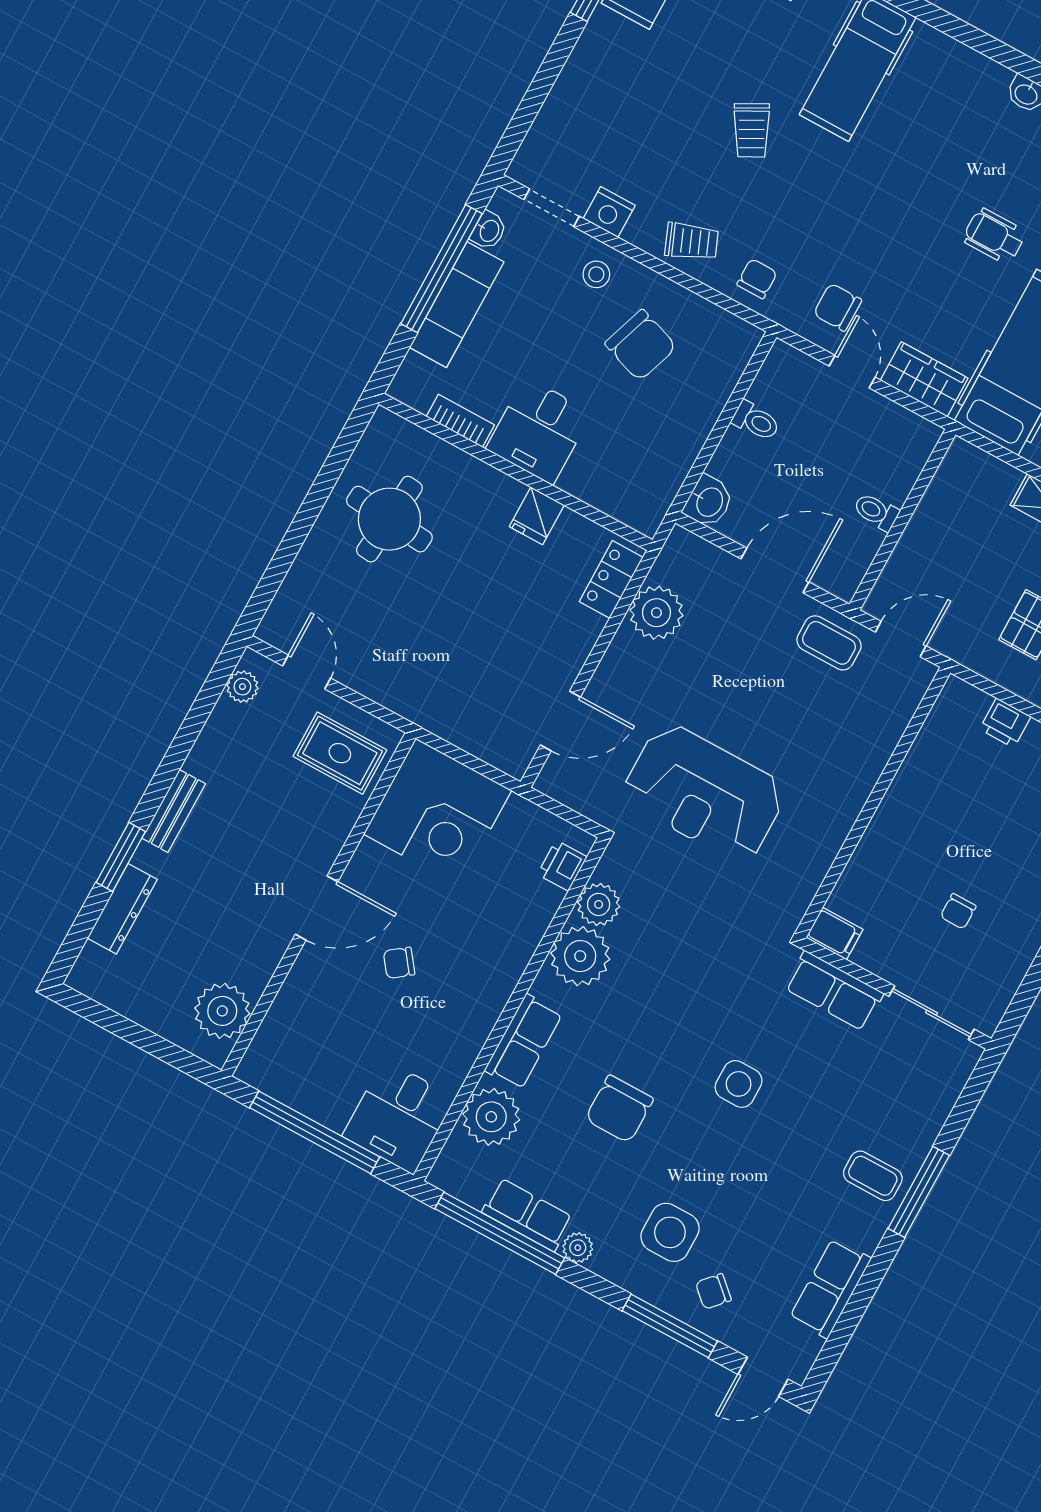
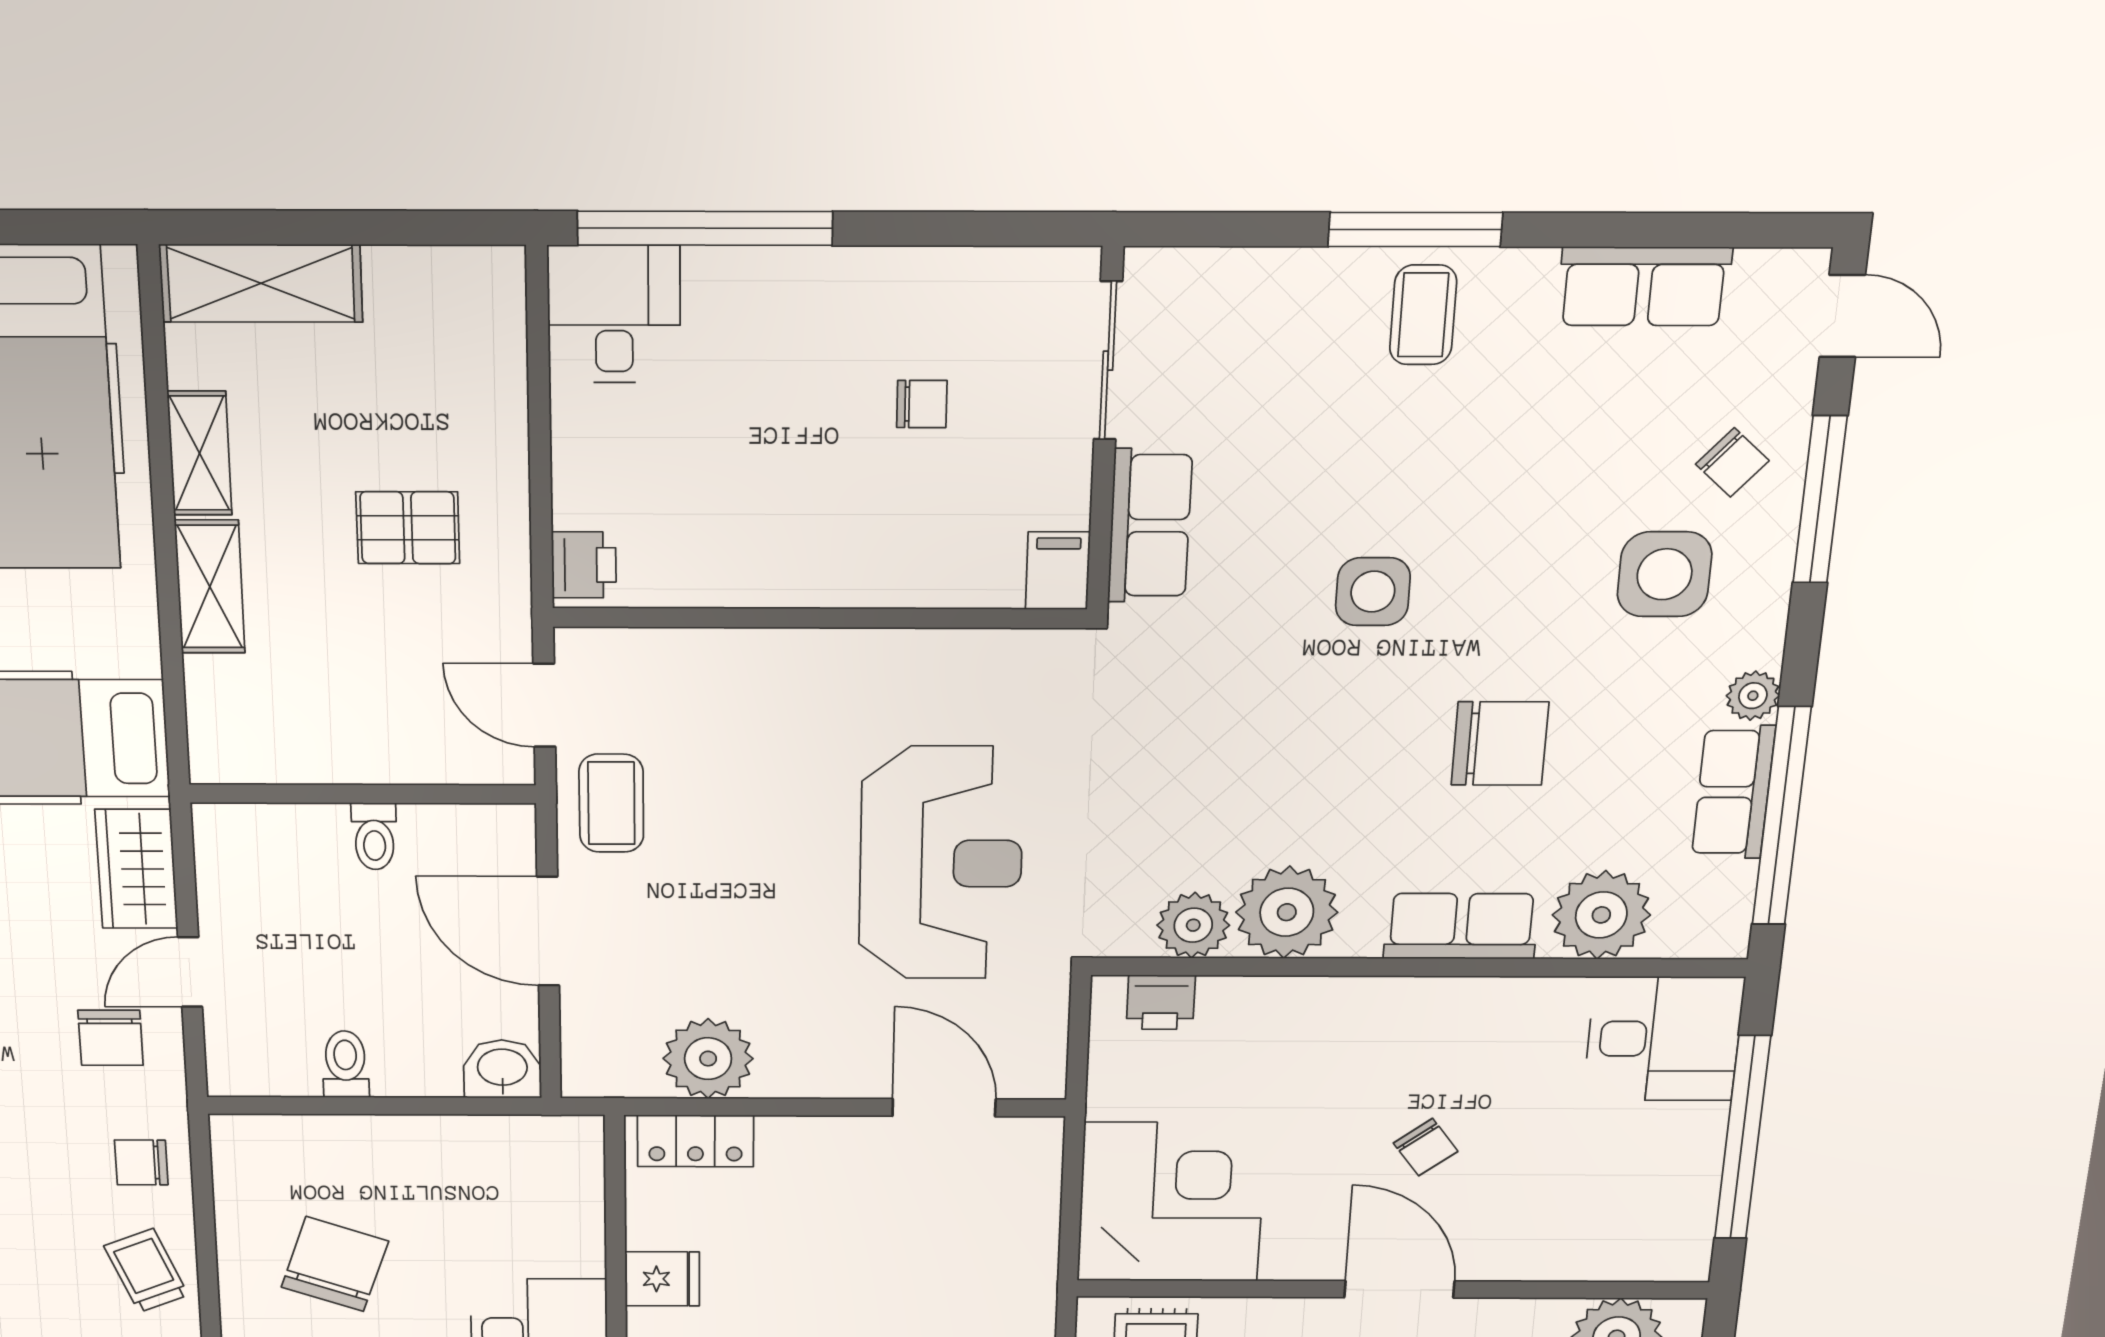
printer: (1005, 723) -> (584, 565), moved

